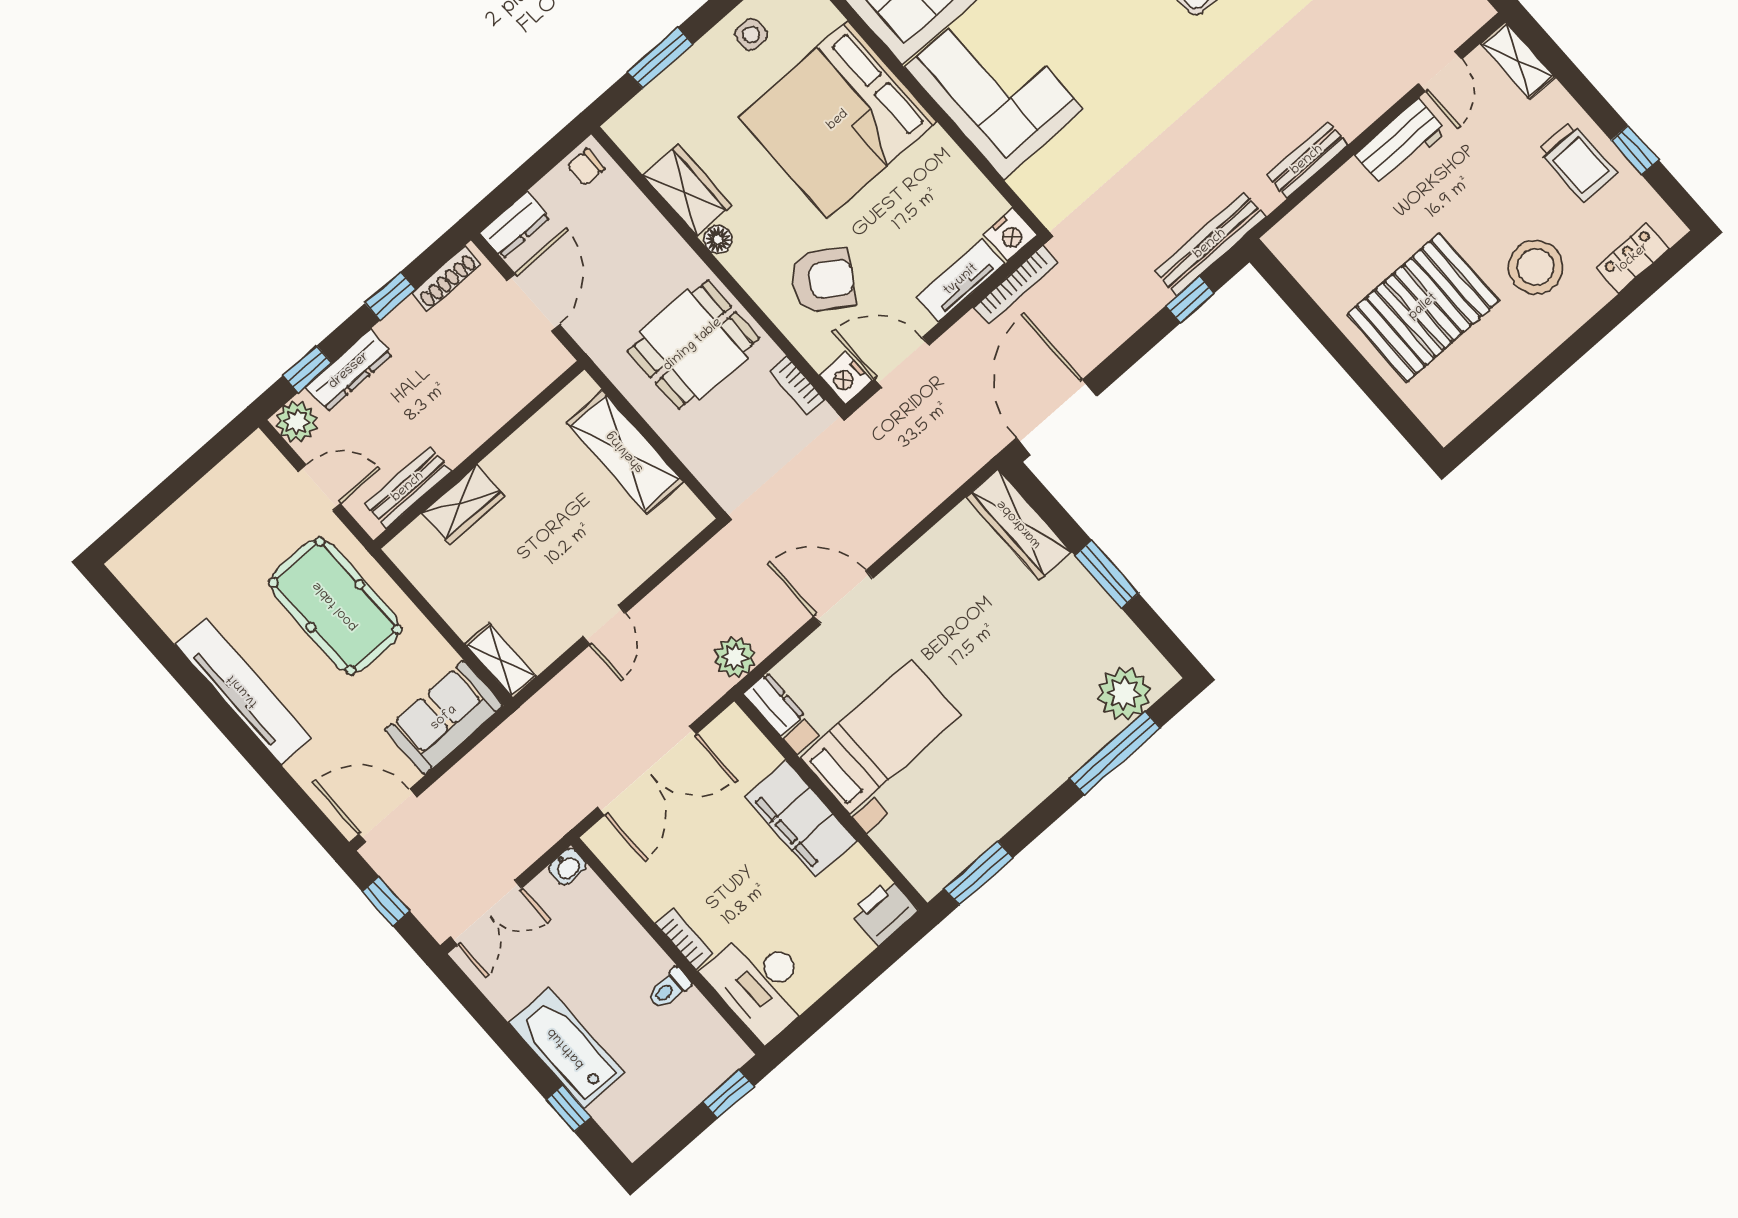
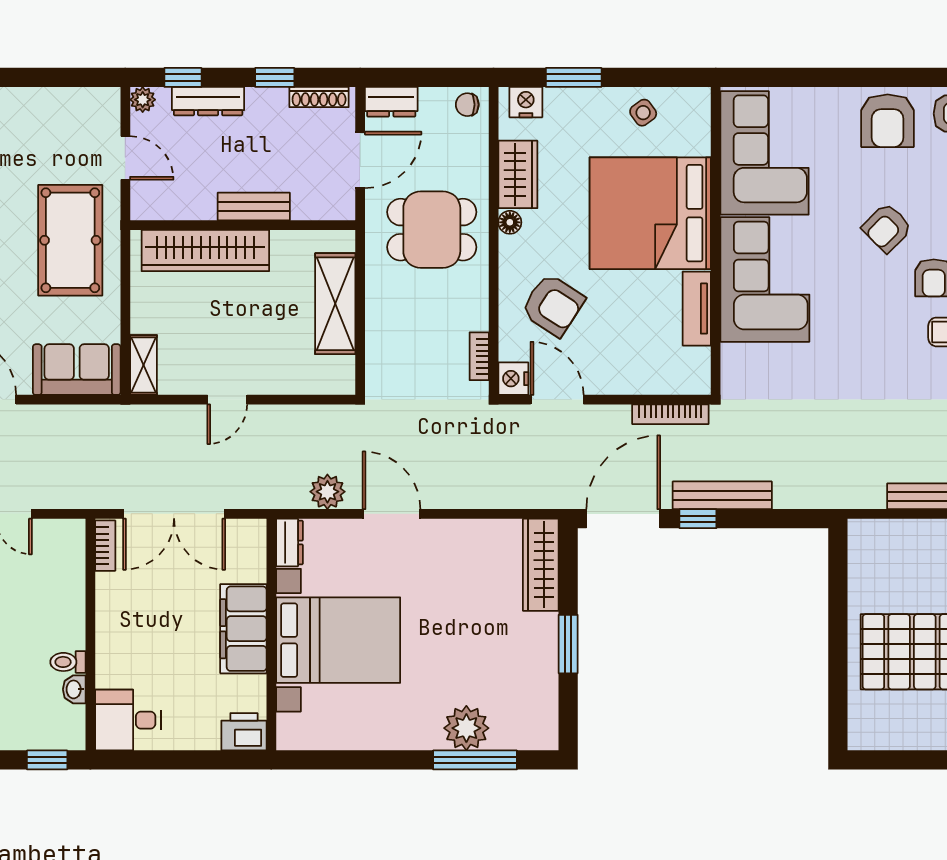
side table: (751, 34) -> (643, 113), turned -36
nightstand: (1010, 235) -> (526, 102), moved, turned 180
bench: (1210, 244) -> (722, 495), moved
tv unit: (961, 280) -> (697, 309), moved, turned -90
window: (1190, 300) -> (698, 519), moved
dining table: (693, 345) -> (432, 230), moved
plant: (297, 422) -> (143, 100), width x0.73, depth x0.73
bench: (408, 487) -> (254, 206), moved
wardrobe: (463, 505) -> (205, 251), width x2.10, depth x1.17
plant: (735, 657) -> (327, 492), moved
plant: (1124, 694) -> (466, 728), moved
bed with nightstands: (881, 737) -> (338, 640), width x1.36
washbasin: (567, 867) -> (74, 689), moved, turned 90
window: (979, 873) -> (324, 760), removed
bookcase: (685, 939) -> (105, 546), moved
desk: (760, 983) -> (128, 720), width x0.73

